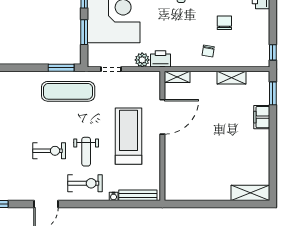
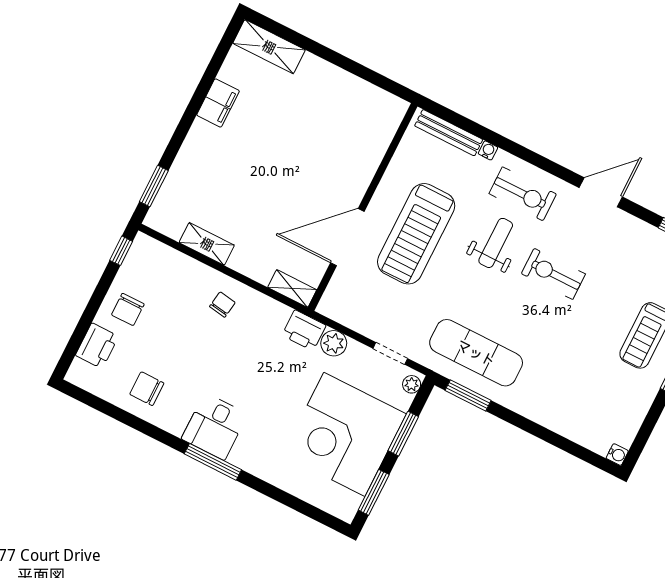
chair: (224, 23) -> (128, 309), moved
plant: (93, 59) -> (412, 384), added
filing cabinet: (262, 117) -> (218, 103), moved
exercise bike: (85, 183) -> (523, 194), turned 180

